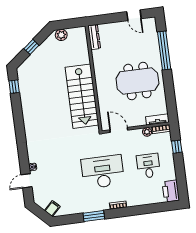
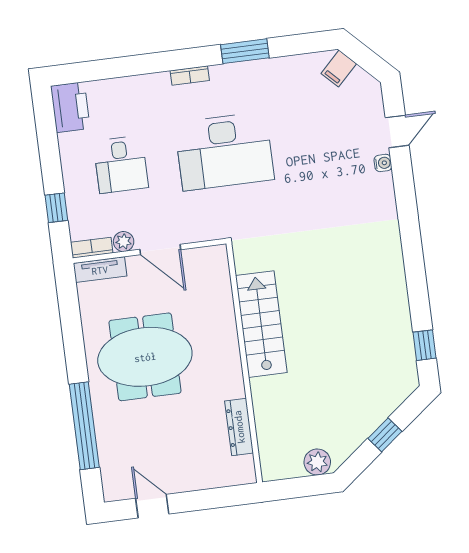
dresser: (94, 37) -> (239, 427), moved
stairs: (82, 96) -> (261, 324), width x0.73, depth x0.66
door: (119, 130) -> (160, 249), moved

